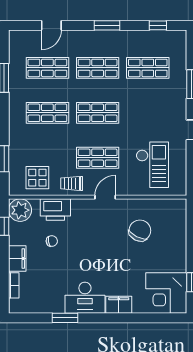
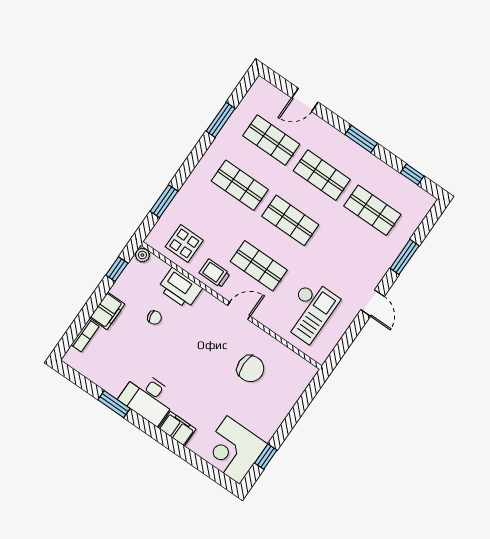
plant: (20, 210) -> (142, 255), width x0.53, depth x0.53
chair: (140, 231) -> (250, 369), turned 63

